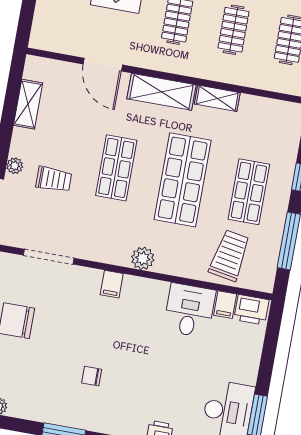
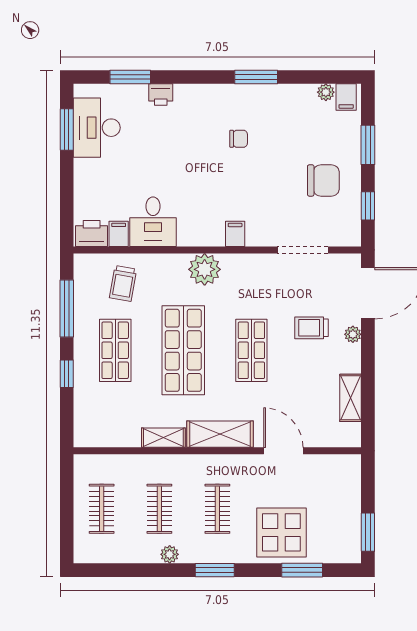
trolley: (230, 255) -> (123, 283), width x0.73, depth x0.72
plant: (143, 258) -> (205, 269), width x1.36, depth x1.36

